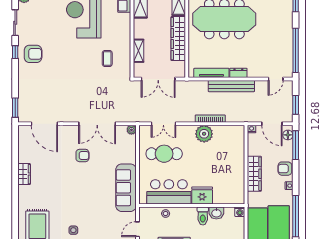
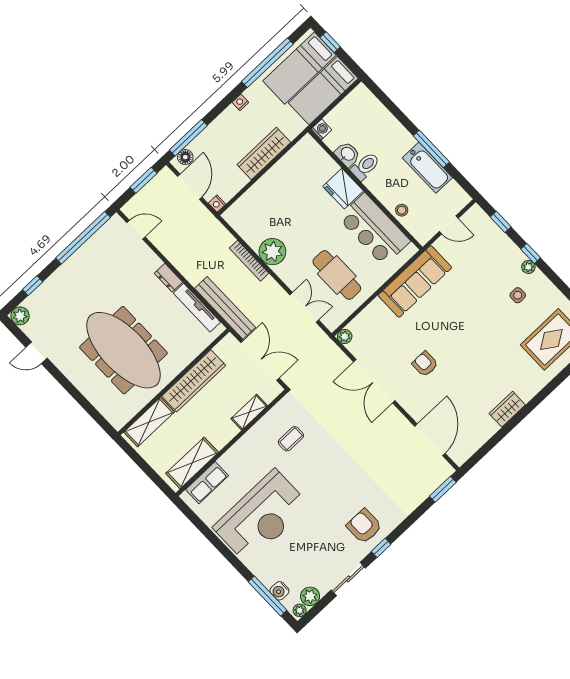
bench: (231, 86) -> (225, 308), moved
double door: (97, 124) -> (374, 381), swing flipped
armchair: (285, 169) -> (226, 125), removed

